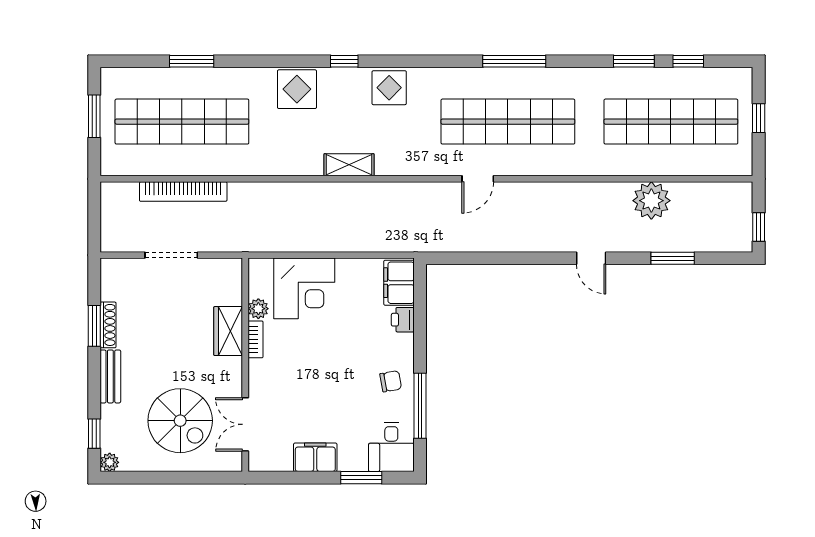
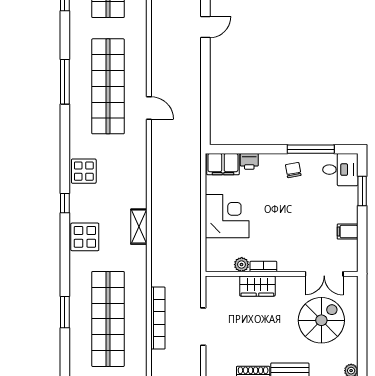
shelving: (349, 165) -> (139, 227), moved
corner desk: (304, 288) -> (227, 216), moved
filing cabinet: (315, 457) -> (348, 232), width x0.50

